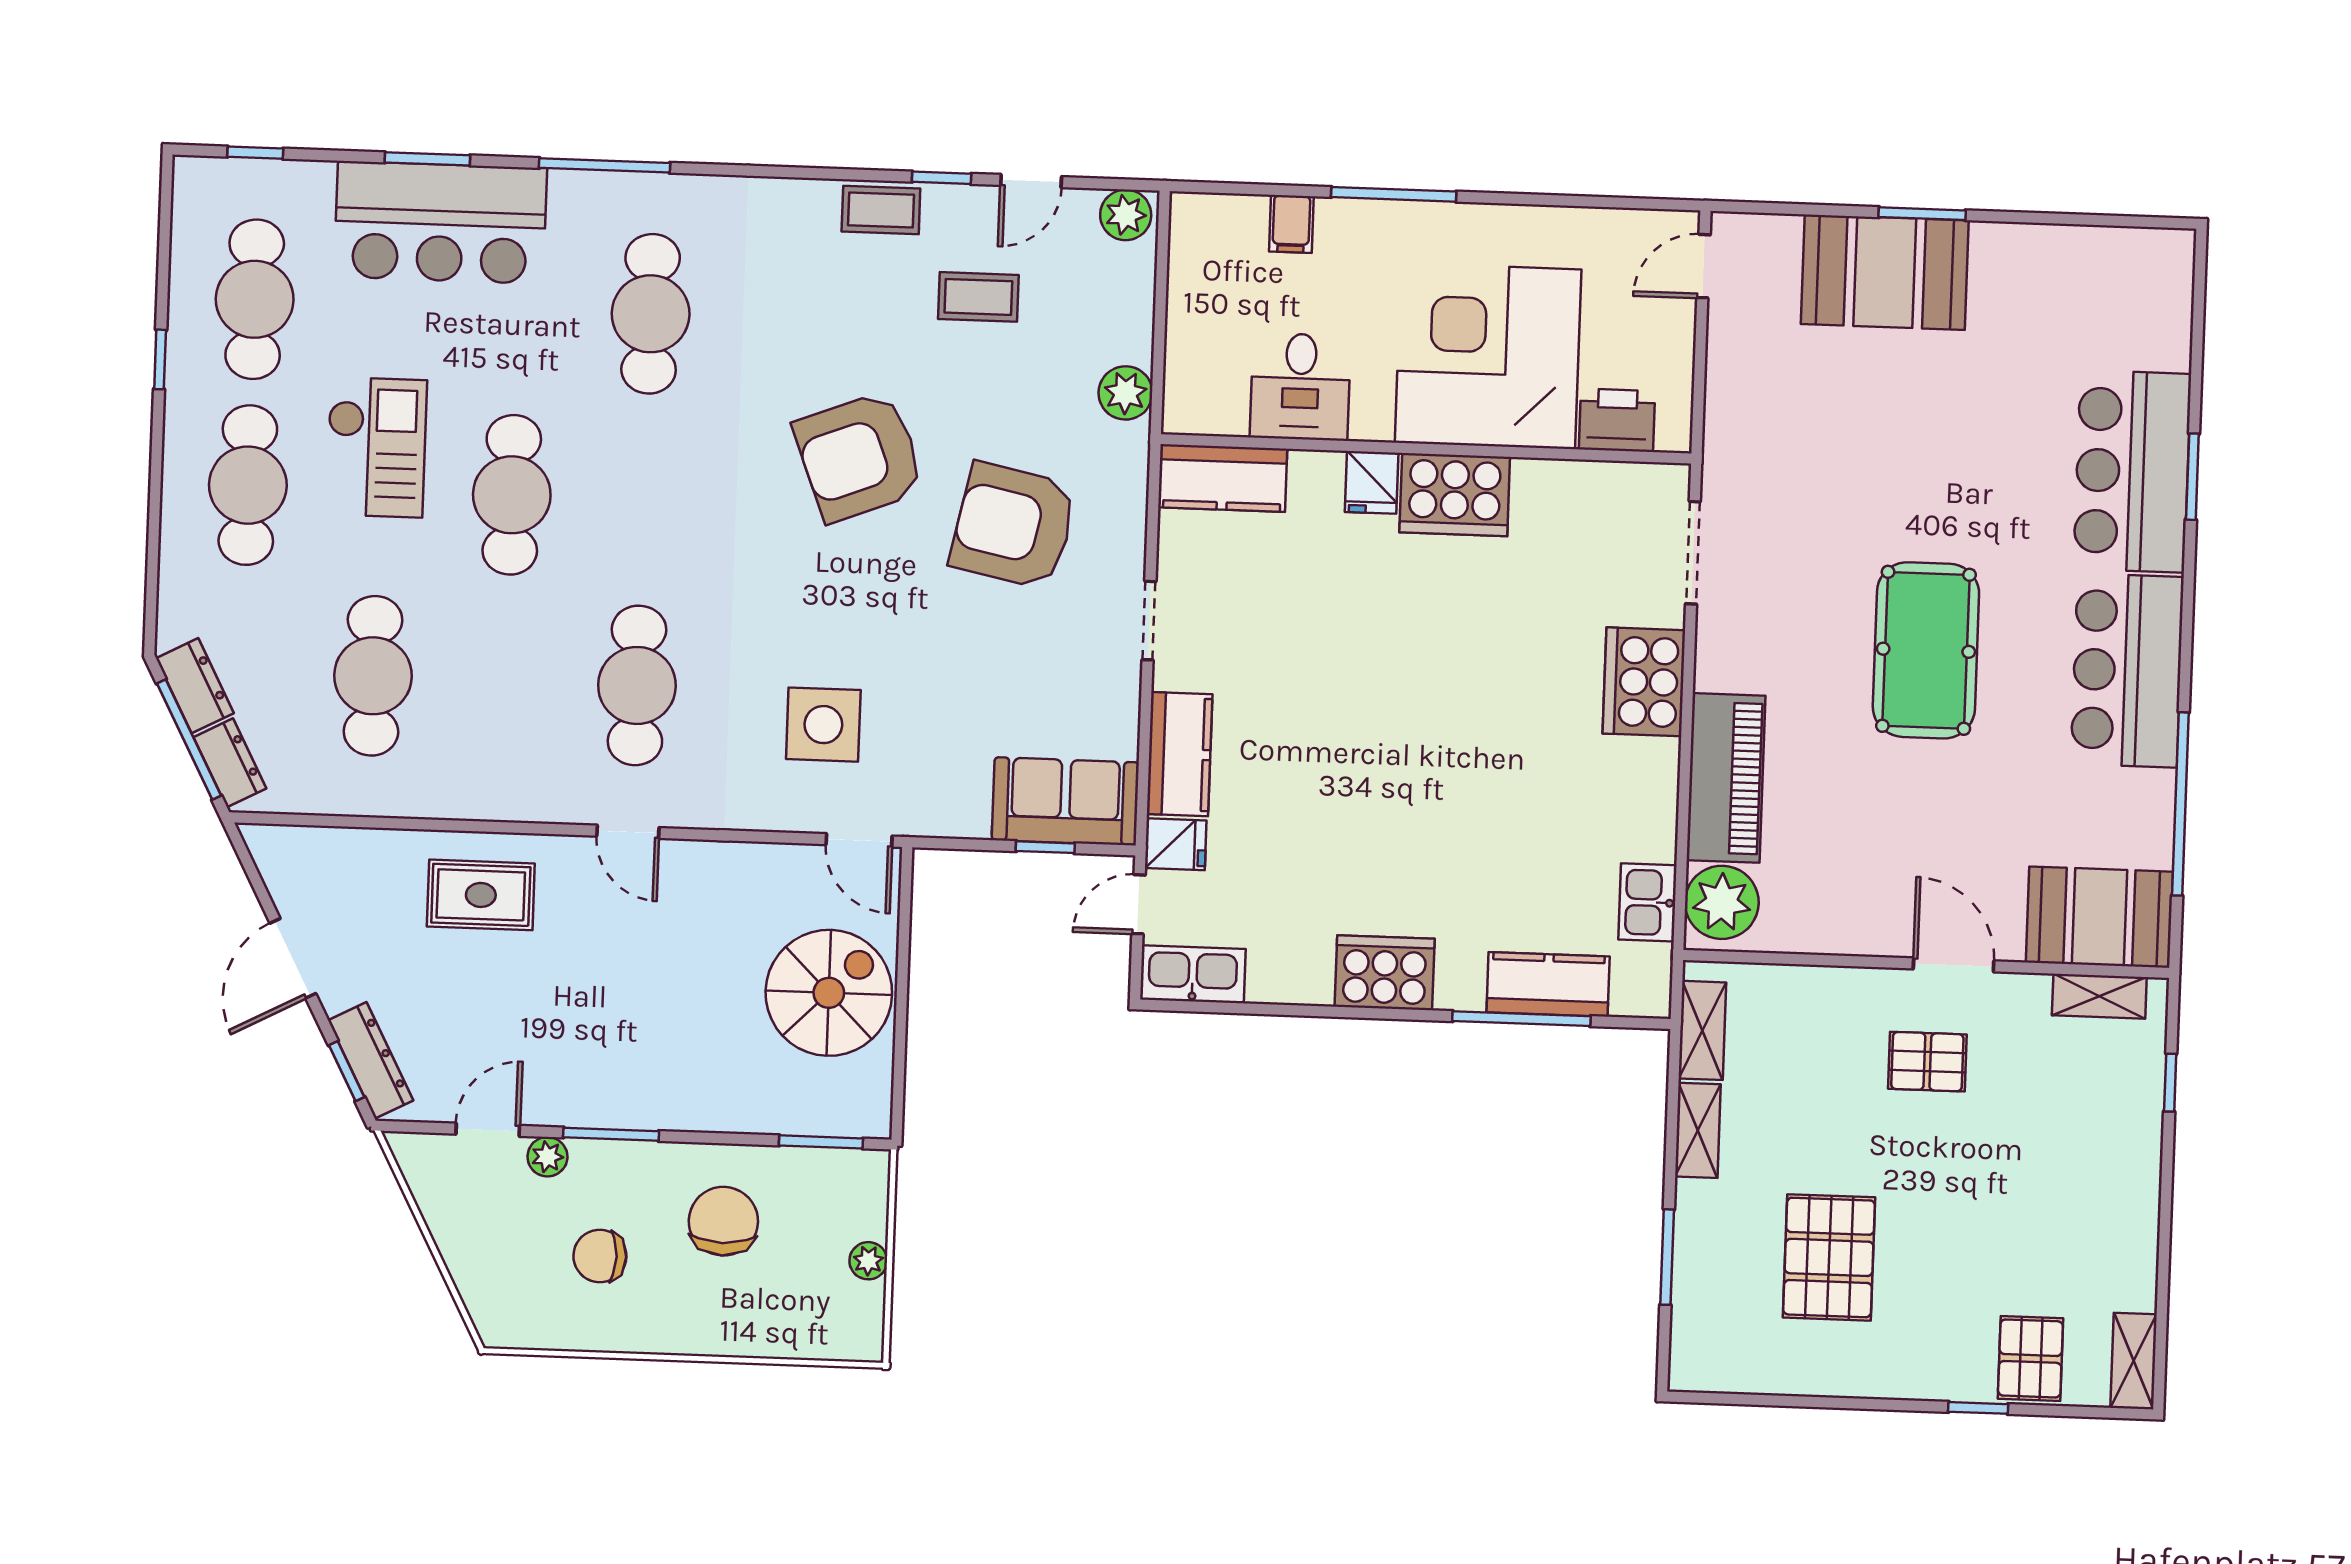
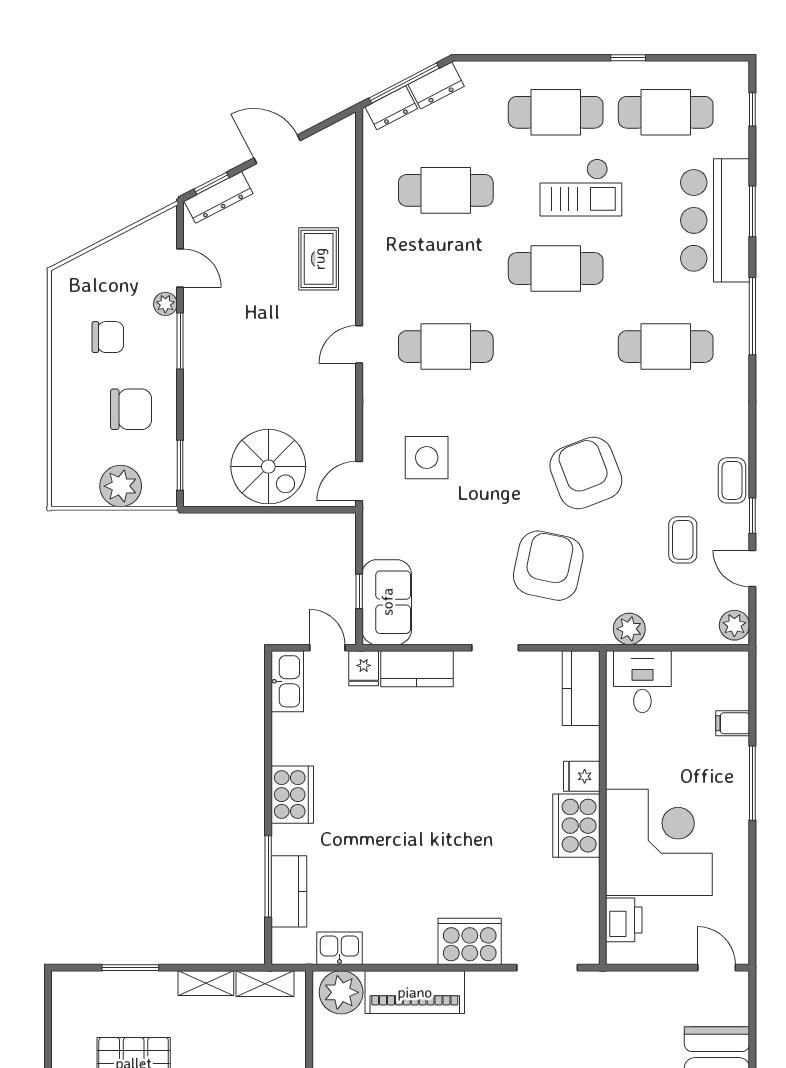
desk: (1300, 387) -> (642, 682), moved, turned 90
chair: (600, 1256) -> (108, 337), turned 90
plant: (868, 1261) -> (121, 486), width x1.87, depth x1.87

